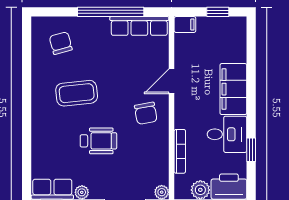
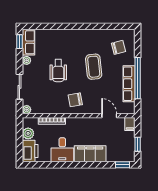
row of seats: (139, 26) -> (129, 84), moved
door: (171, 81) -> (109, 116), moved
coffee table: (77, 93) -> (94, 67), moved
window: (251, 150) -> (122, 165), moved

